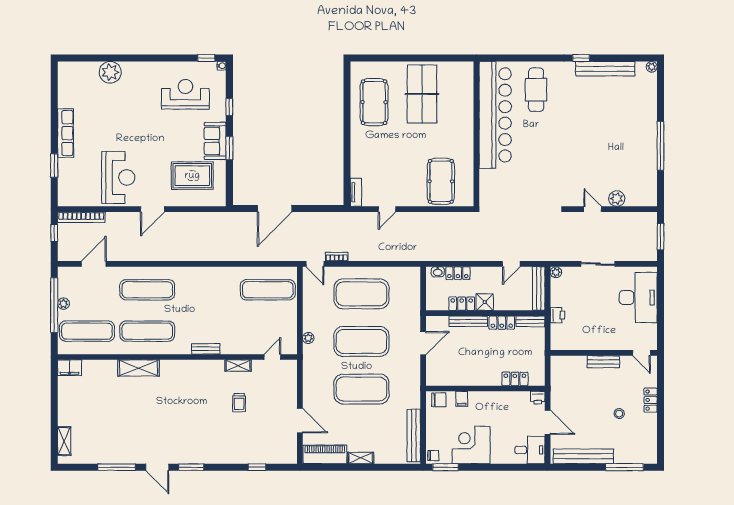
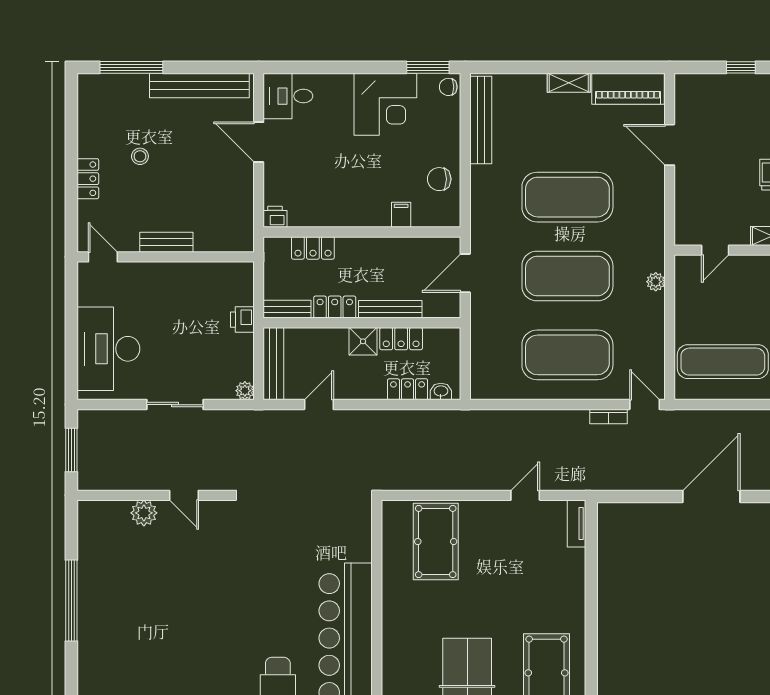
locker: (515, 379) -> (313, 248), moved
wall: (485, 388) -> (362, 232), moved
printer: (538, 398) -> (275, 217), moved
filing cabinet: (462, 399) -> (401, 215), moved

